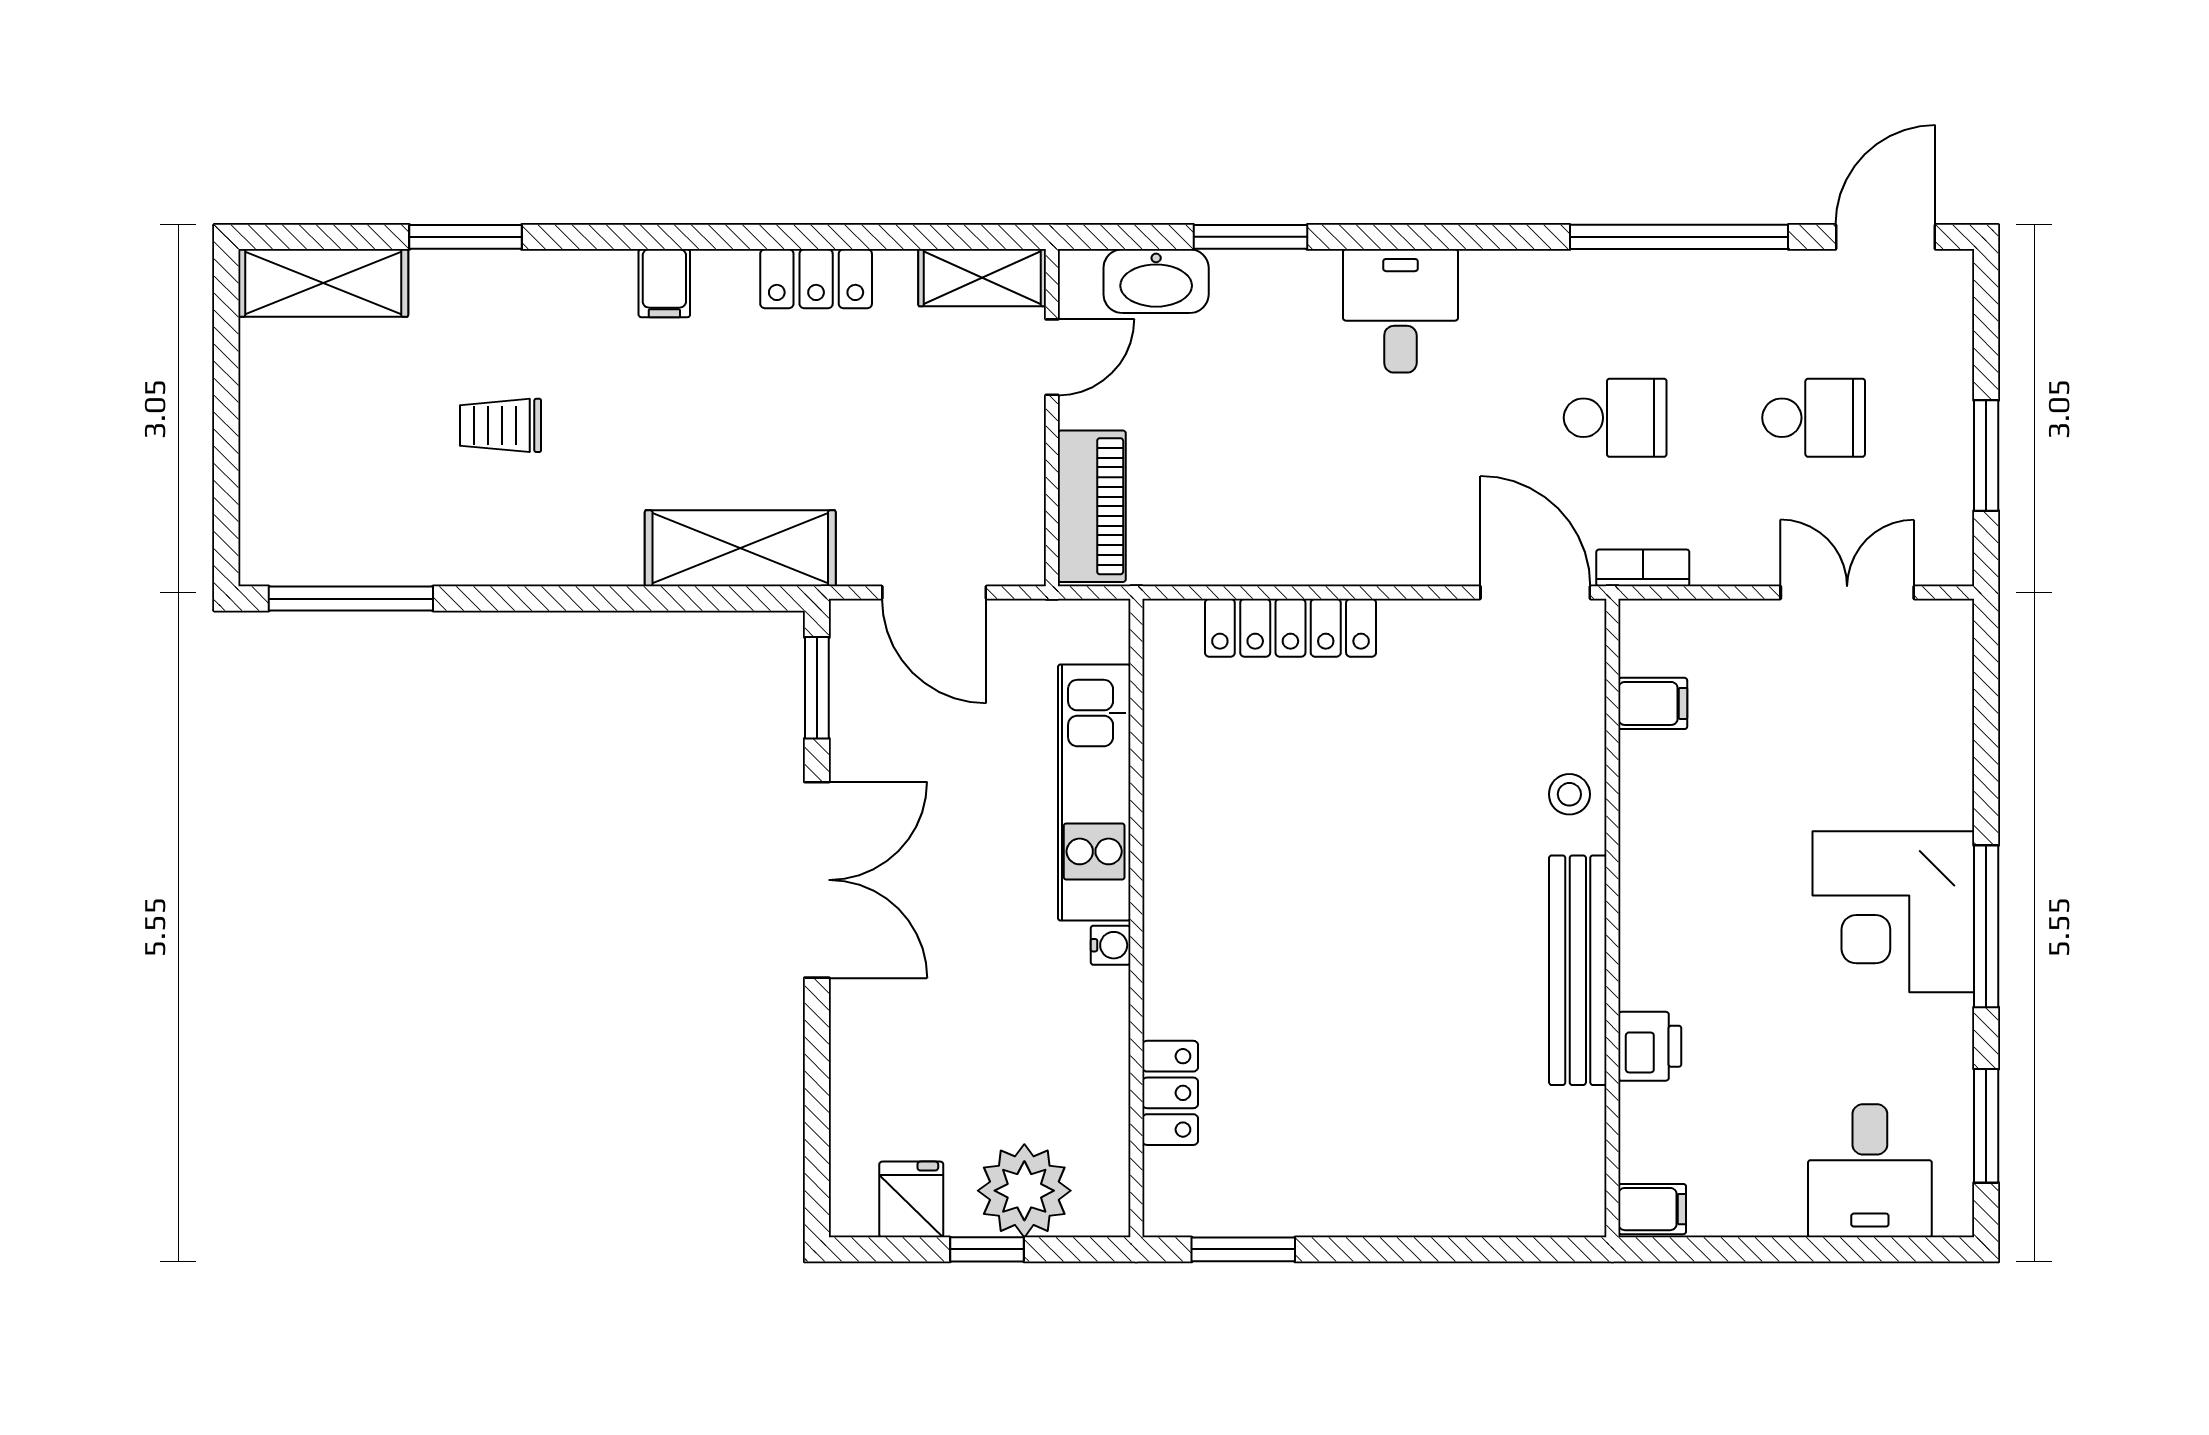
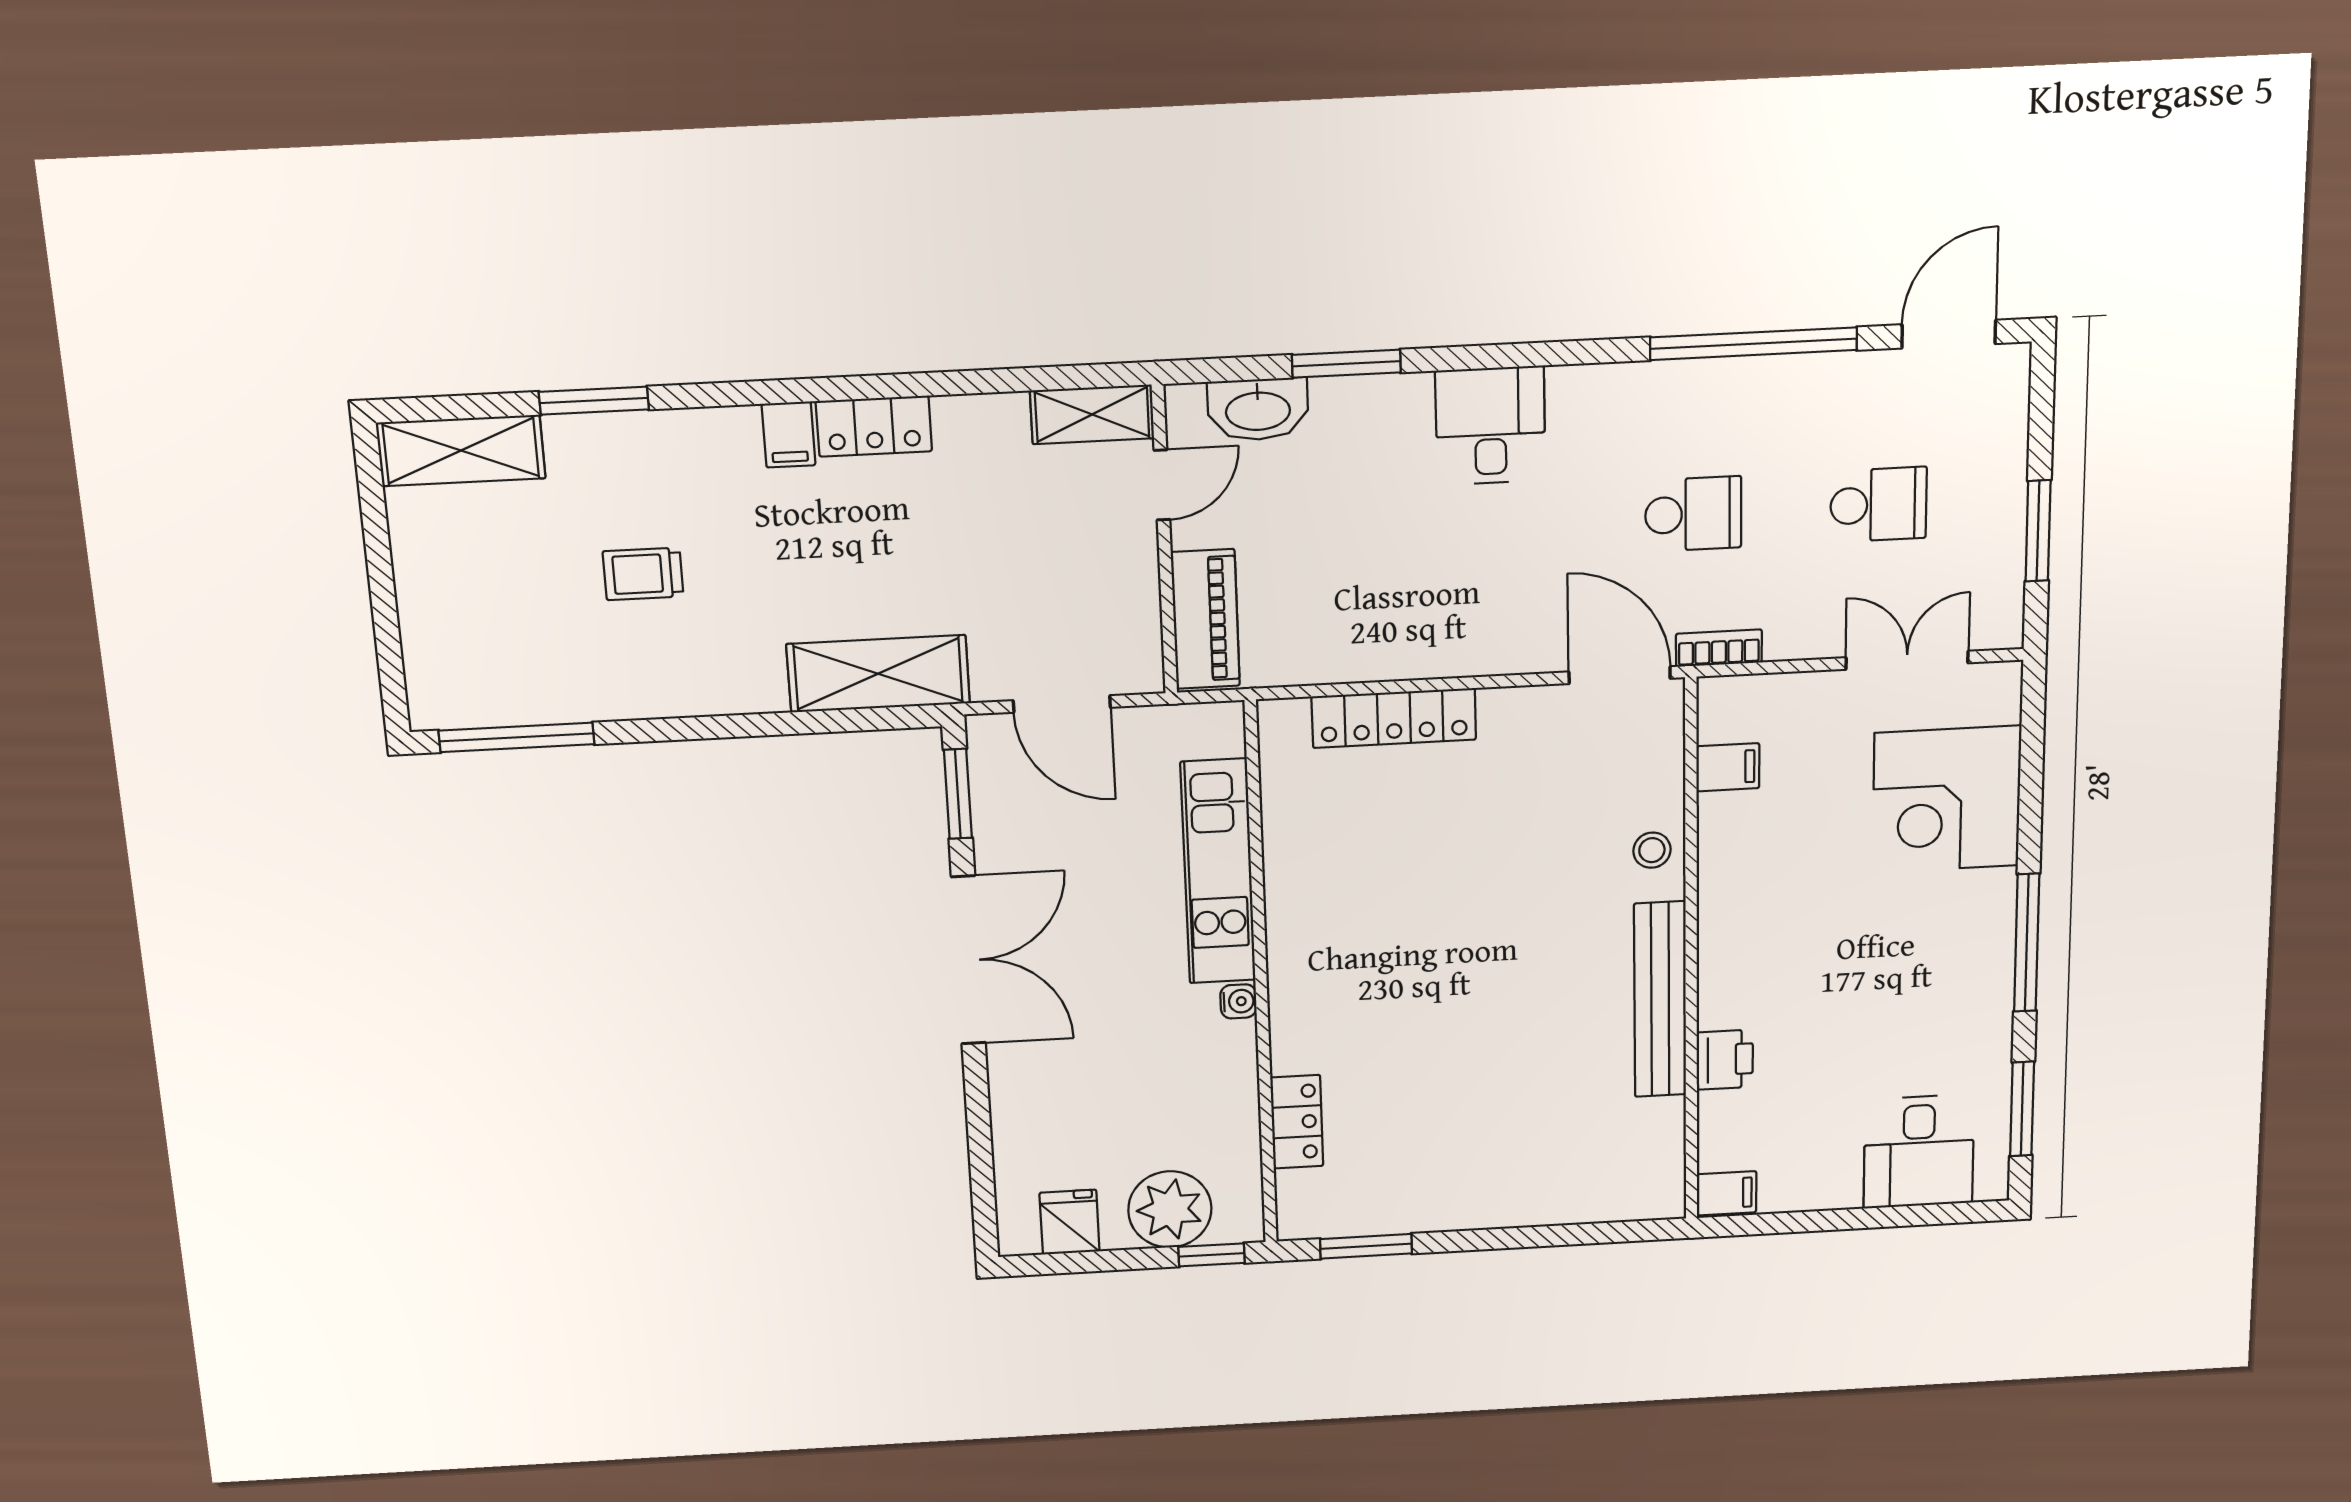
locker: (816, 279) -> (874, 426), moved
corner desk: (1893, 912) -> (1947, 799), moved
window: (987, 1249) -> (1211, 1255), moved

